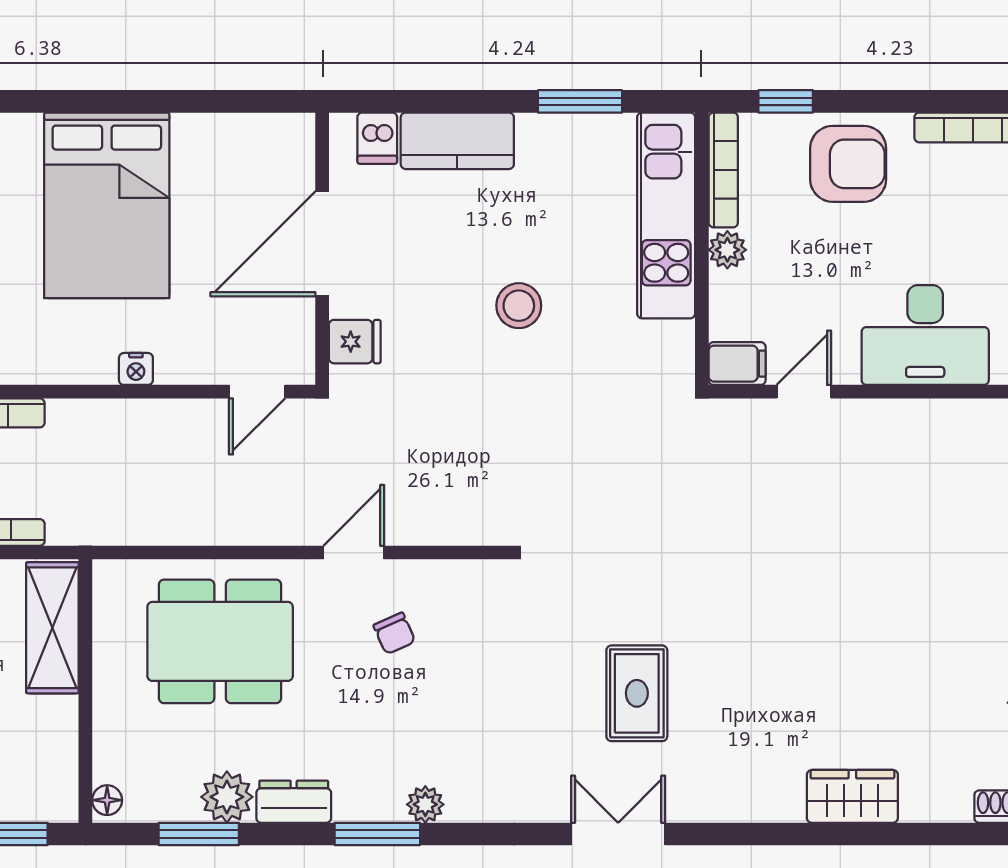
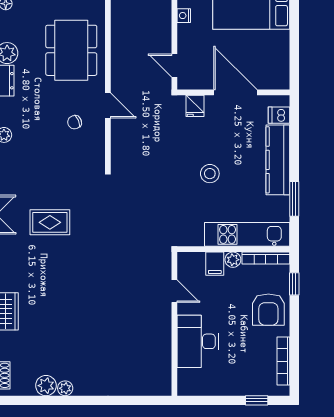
kitchen counter: (457, 141) -> (278, 160), width x1.50
filing cabinet: (737, 364) -> (215, 264), moved

